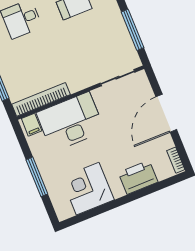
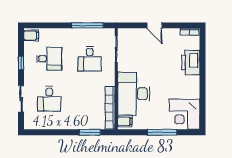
desk: (92, 49) -> (90, 59), added
door: (166, 113) -> (154, 25), width x0.53
corner desk: (88, 189) -> (185, 114), moved

